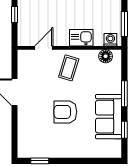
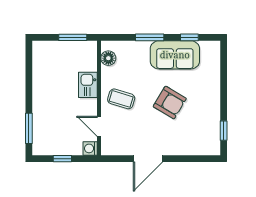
washing machine: (110, 40) -> (90, 148), moved
armchair: (65, 112) -> (170, 103), turned -59

